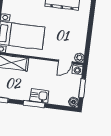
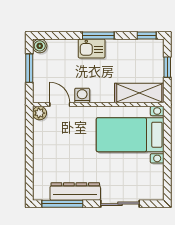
door: (65, 62) -> (60, 104), hinge flipped
washing machine: (78, 69) -> (82, 95), moved

